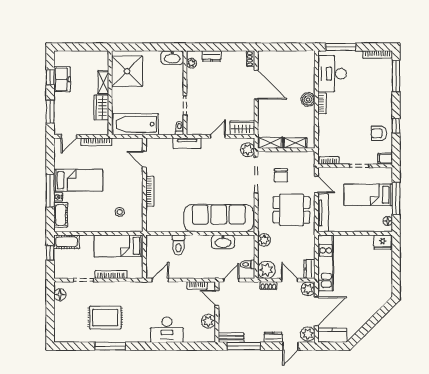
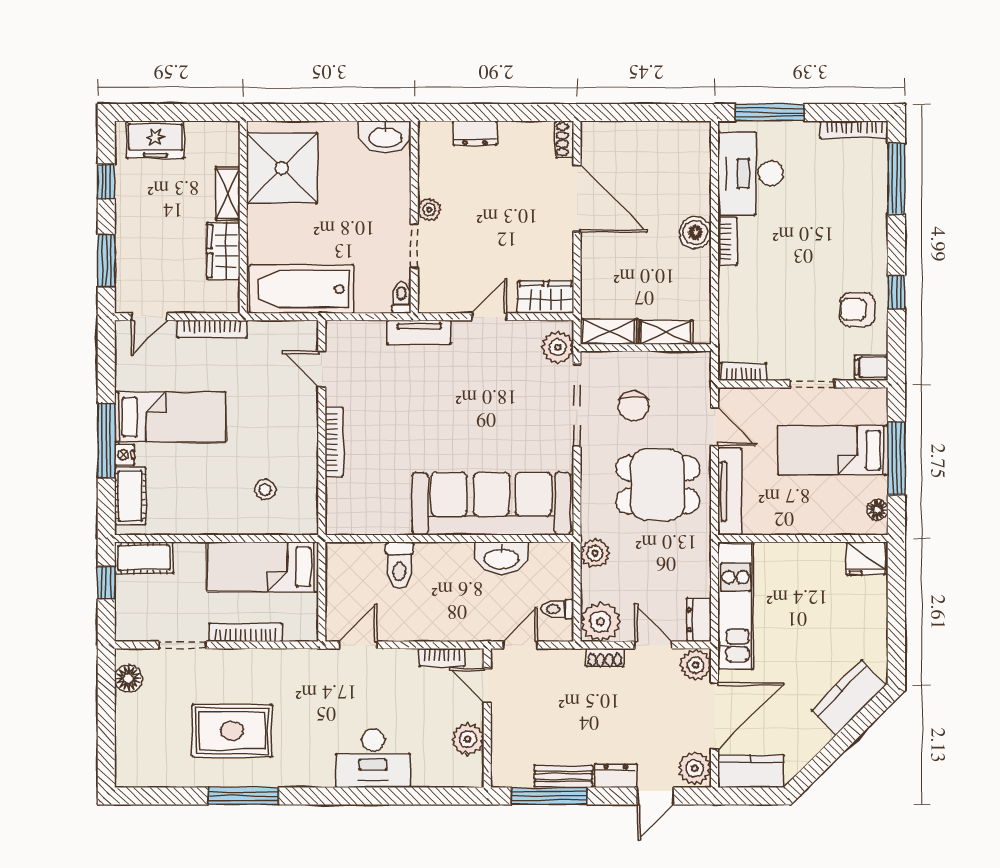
plant: (191, 63) -> (429, 209), moved
freezer: (62, 79) -> (155, 140), moved, turned 90
kitchen counter: (375, 303) -> (849, 697), added
bench: (231, 338) -> (563, 776), moved

